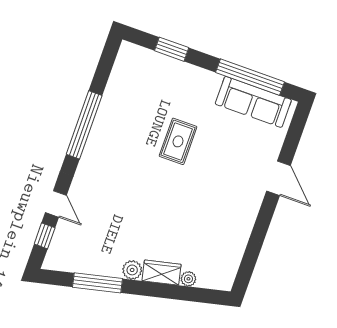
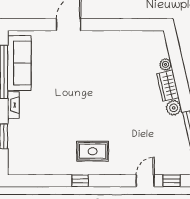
fireplace: (205, 76) -> (13, 105), added
window: (84, 125) -> (80, 181), width x0.32
rug: (178, 141) -> (93, 151), moved

